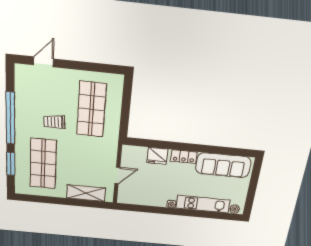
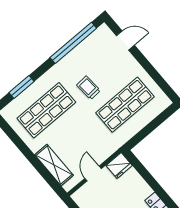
window: (10, 118) -> (73, 43), moved
fridge: (157, 156) -> (119, 165), moved, turned -90
door: (117, 175) -> (93, 174), swing flipped

